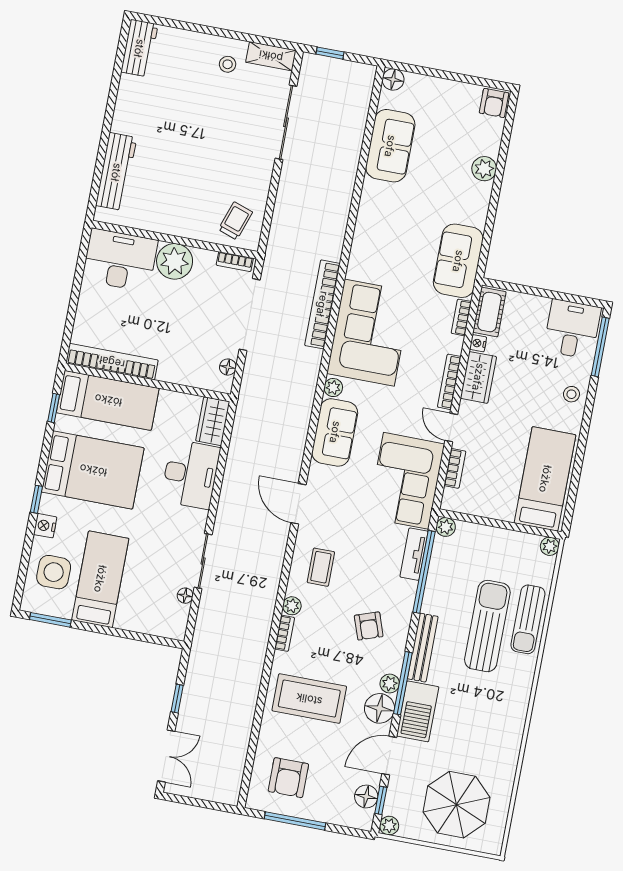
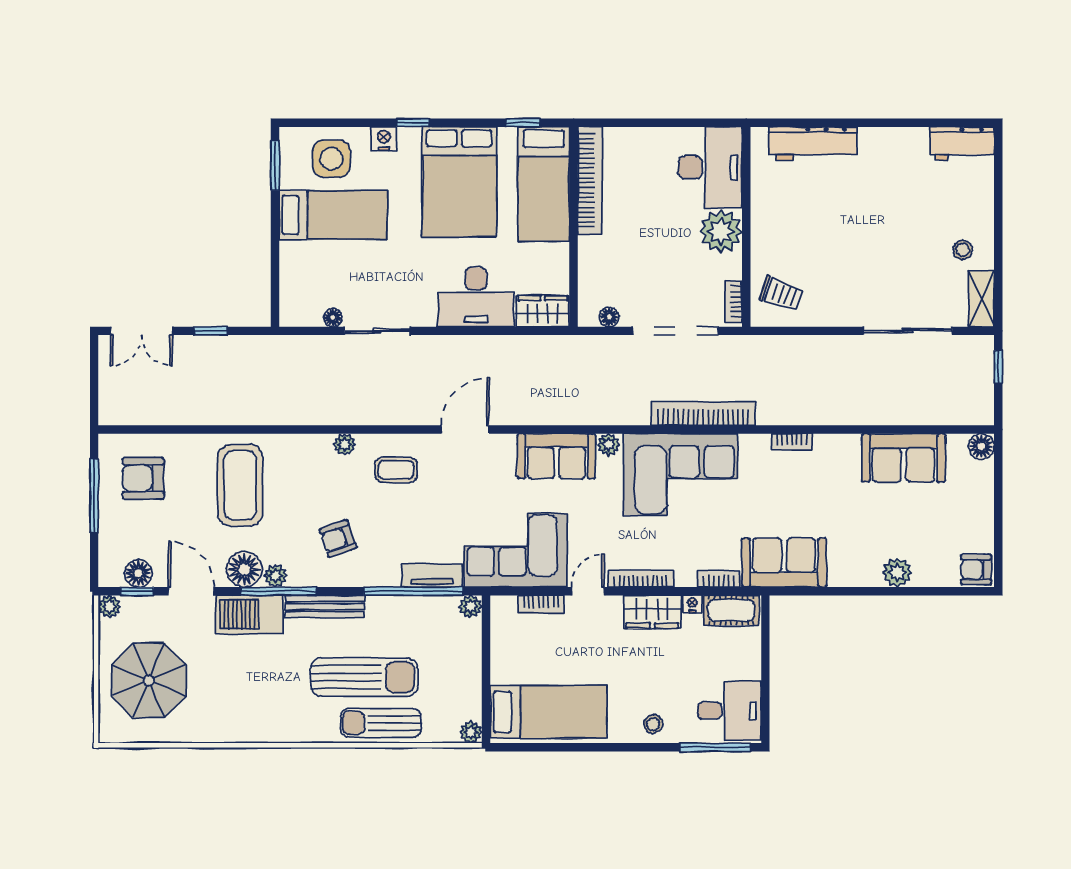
bookcase: (285, 633) -> (792, 442), moved

